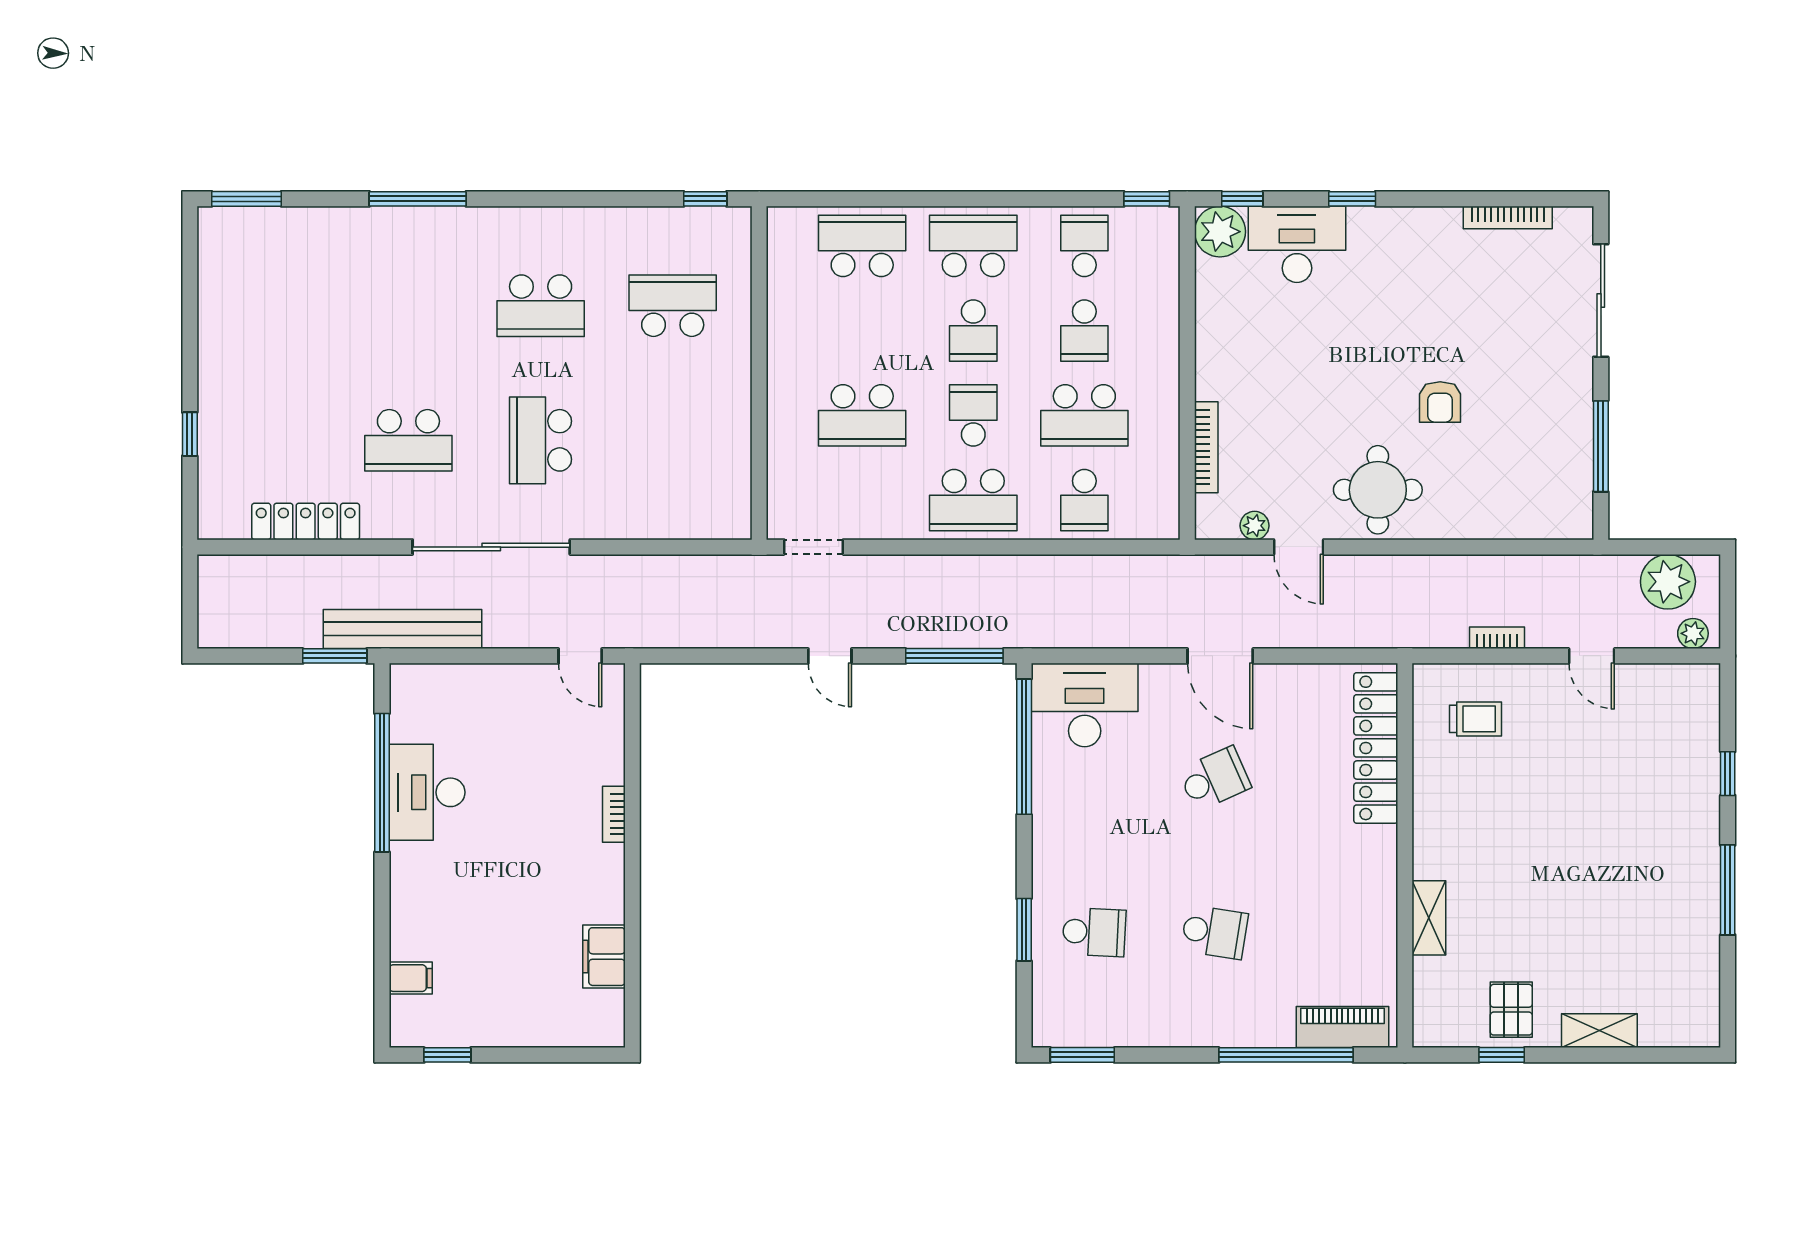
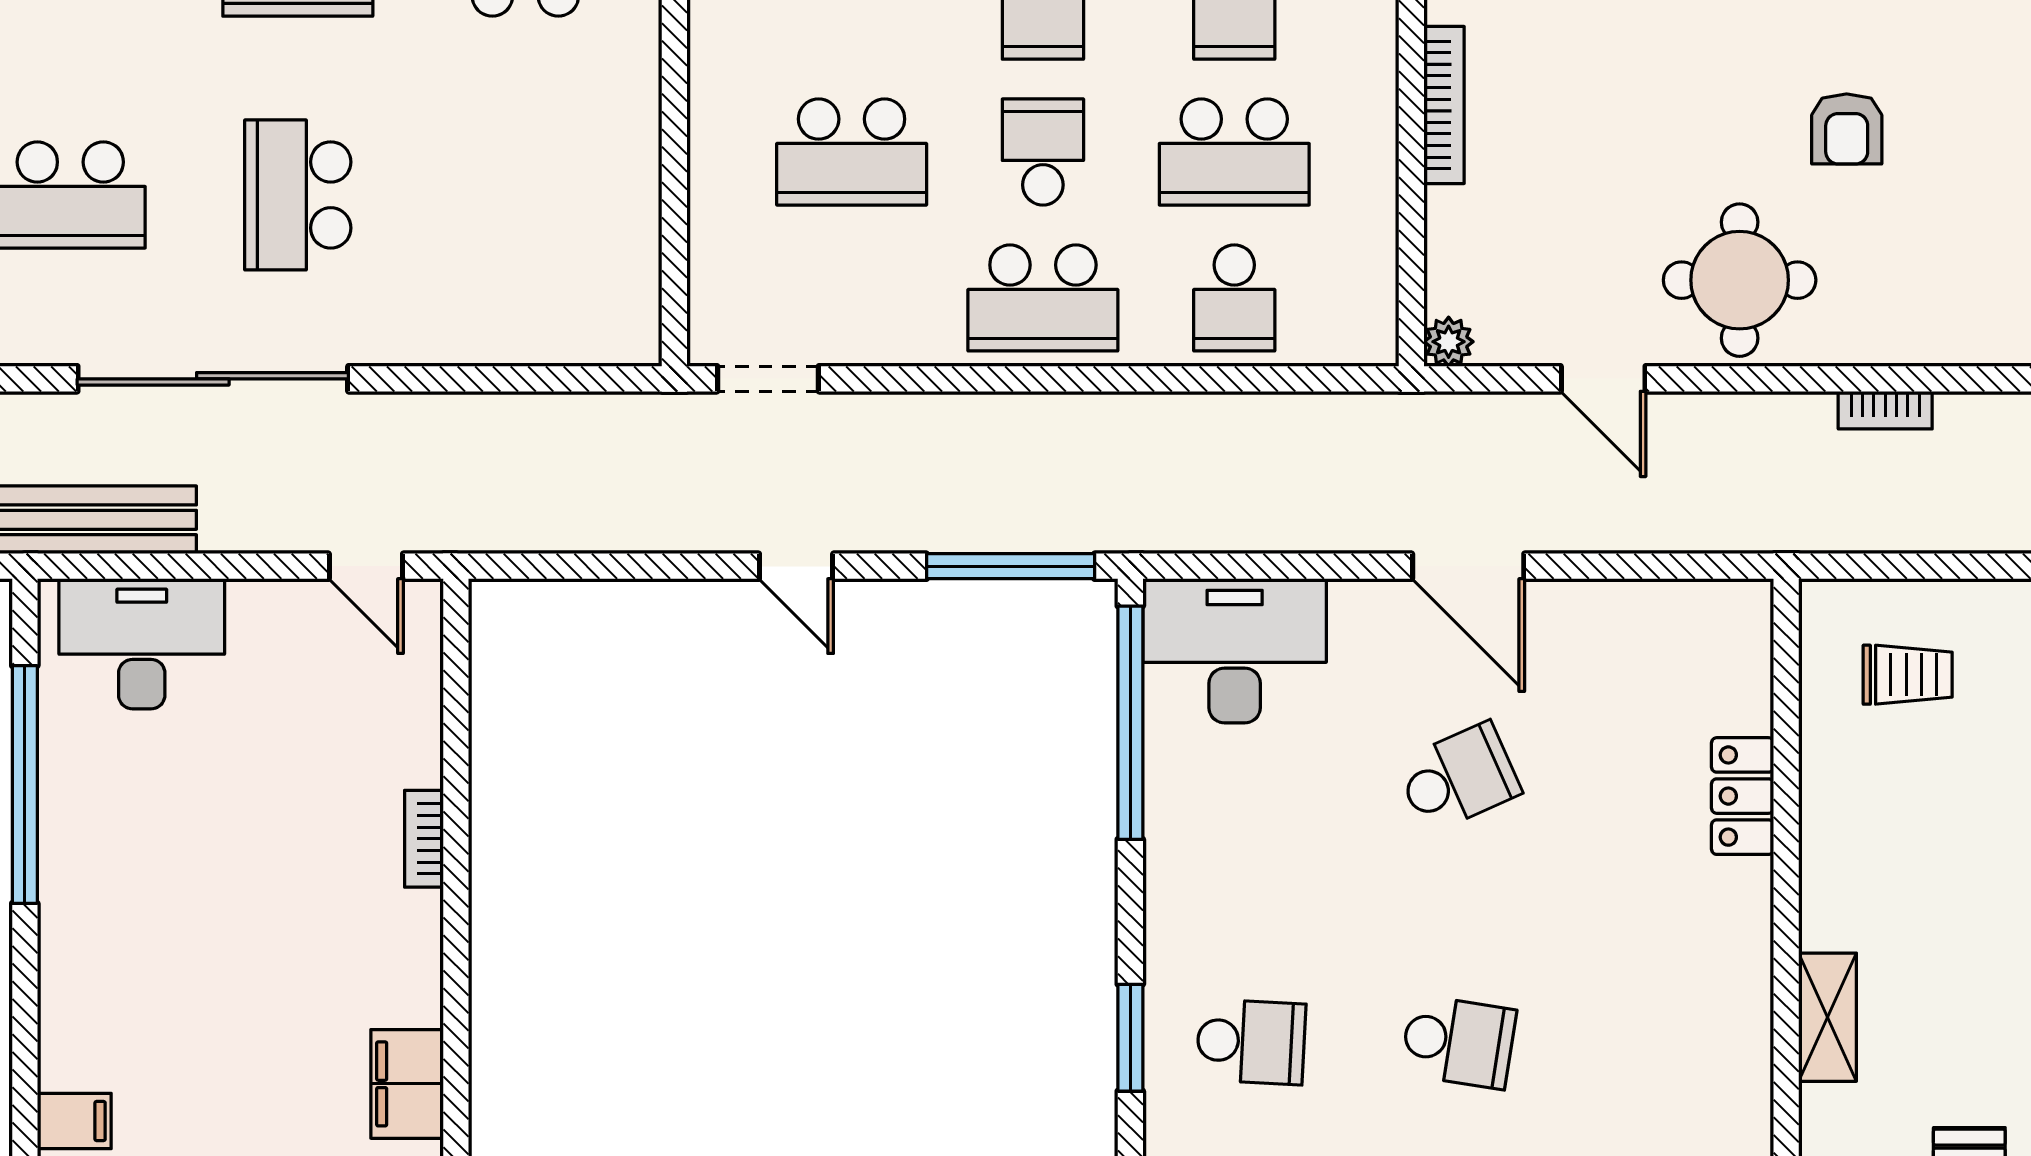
bookcase: (1206, 447) -> (1444, 105), moved
plant: (1255, 526) -> (1449, 342), moved
bookcase: (1497, 638) -> (1885, 410), moved, turned 180
locker: (1376, 748) -> (1743, 796), width x0.46, depth x0.83
desk: (427, 792) -> (142, 644), moved, turned 90

